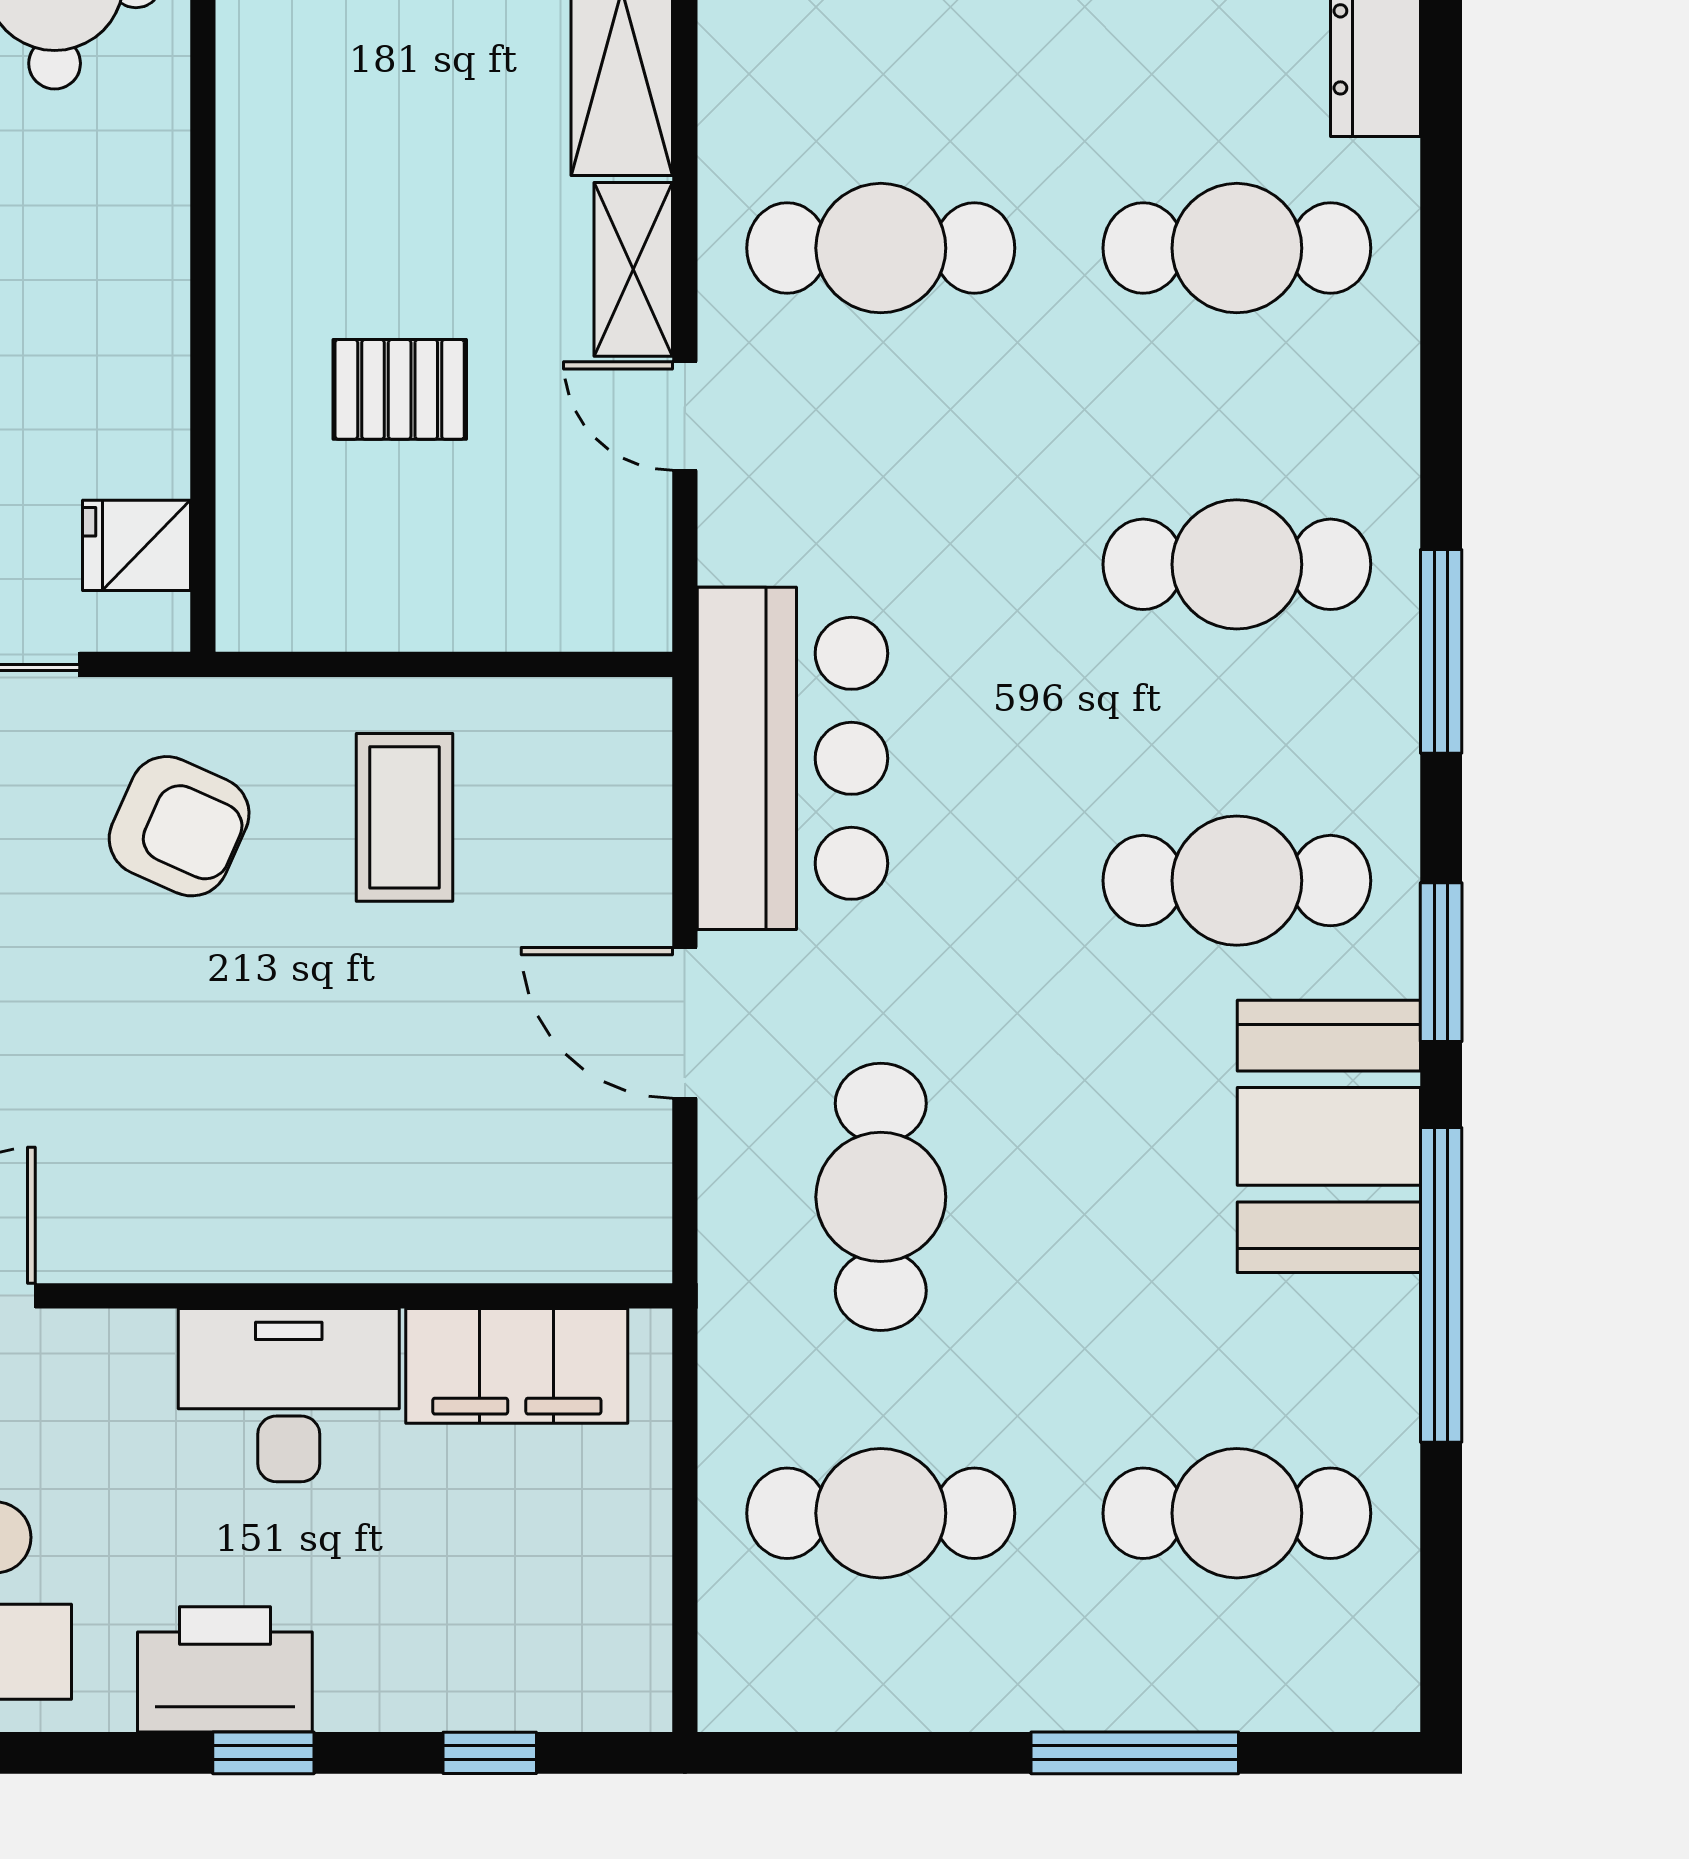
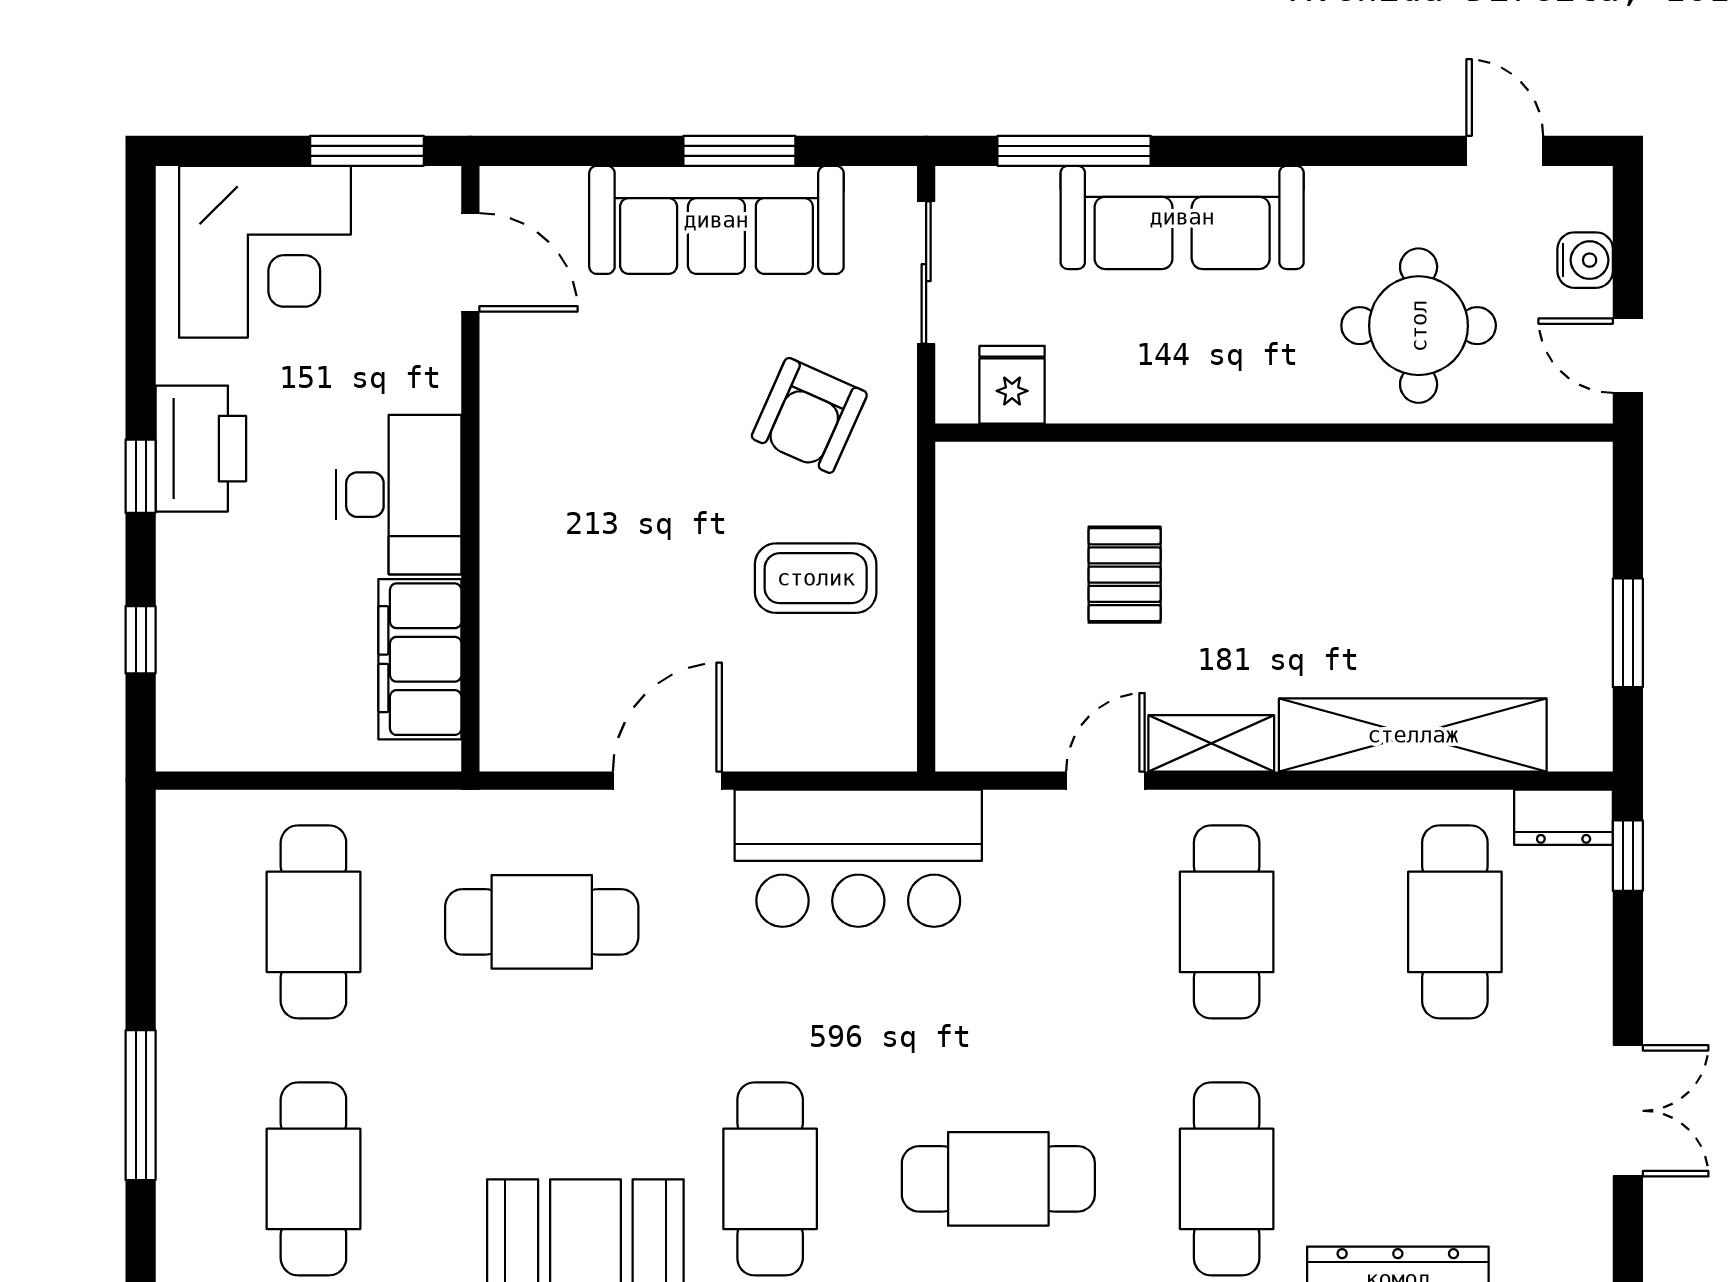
cafe table: (1237, 564) -> (998, 1179), turned 90

